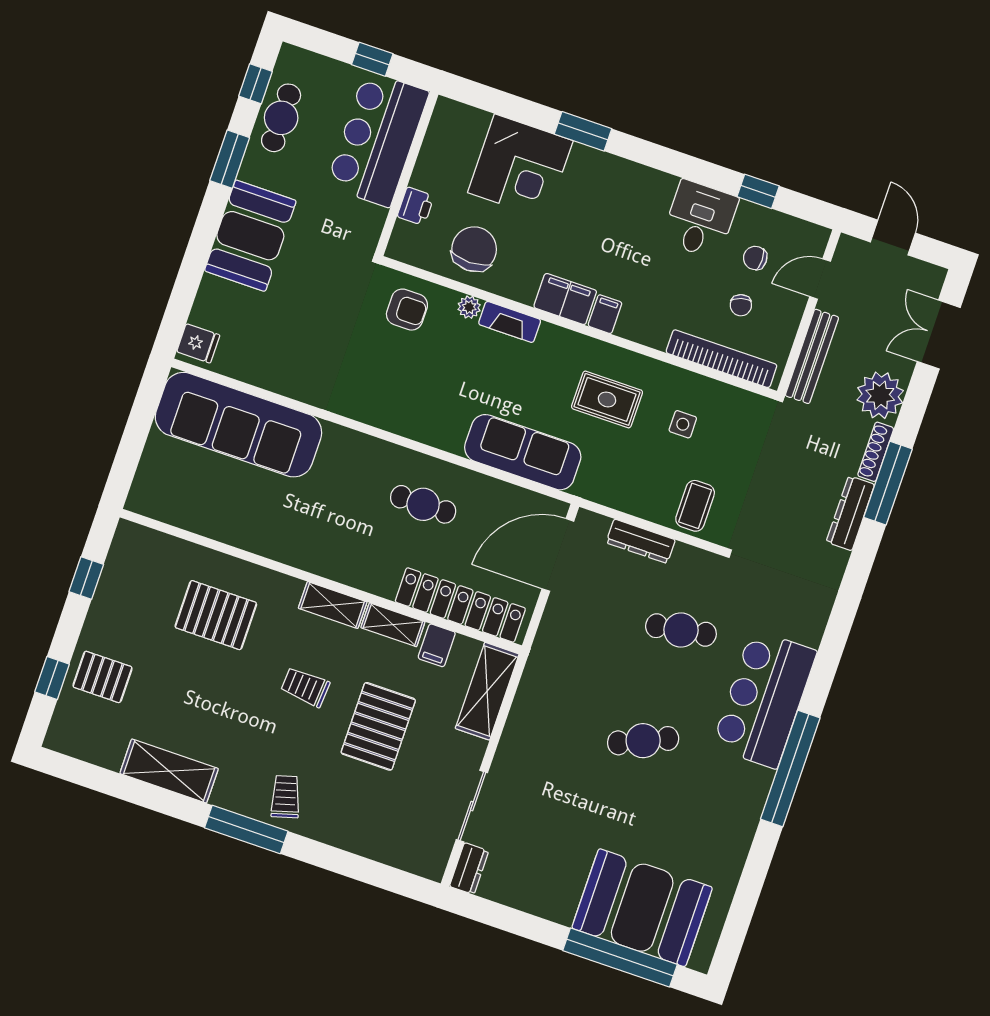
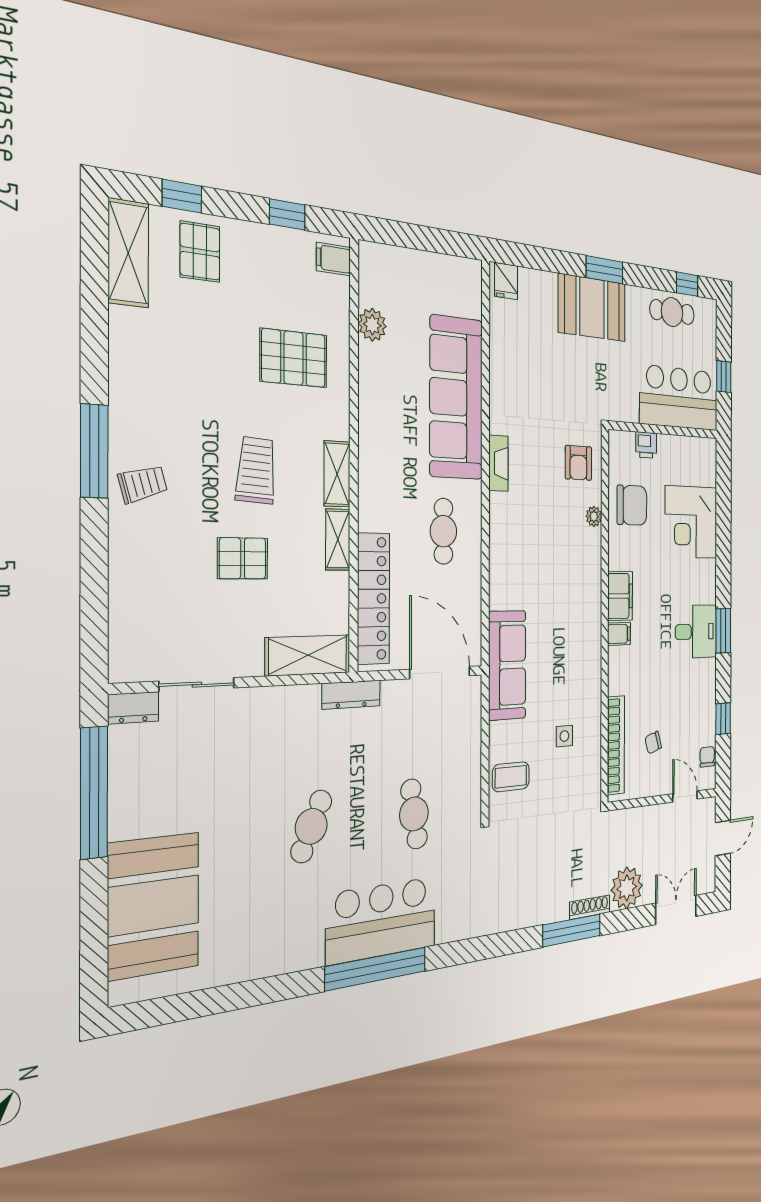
window: (583, 131) -> (723, 631), moved
window: (230, 159) -> (605, 270), moved
desk: (700, 219) -> (696, 632), moved
chair: (755, 258) -> (707, 757), moved
fireplace: (510, 322) -> (498, 463), moved, turned 180
bench: (812, 356) -> (637, 818), removed
rug: (607, 399) -> (564, 663), removed
sofa: (238, 425) -> (456, 398), moved
sofa: (523, 452) -> (507, 665), moved
dresser: (850, 513) -> (543, 912), removed
plant: (205, 520) -> (372, 325), added
dresser: (641, 541) -> (351, 695), moved, turned -90
pallet: (216, 615) -> (294, 358), turned 90
filing cabinet: (437, 645) -> (333, 259), moved
trolley: (305, 687) -> (256, 470), width x1.36, depth x1.39
pallet: (378, 726) -> (243, 558), width x0.67, depth x0.71
cafe table: (643, 741) -> (311, 826), turned 48
window: (790, 768) -> (376, 969), moved
shelving: (169, 771) -> (128, 253), moved
window: (620, 957) -> (94, 793), moved

